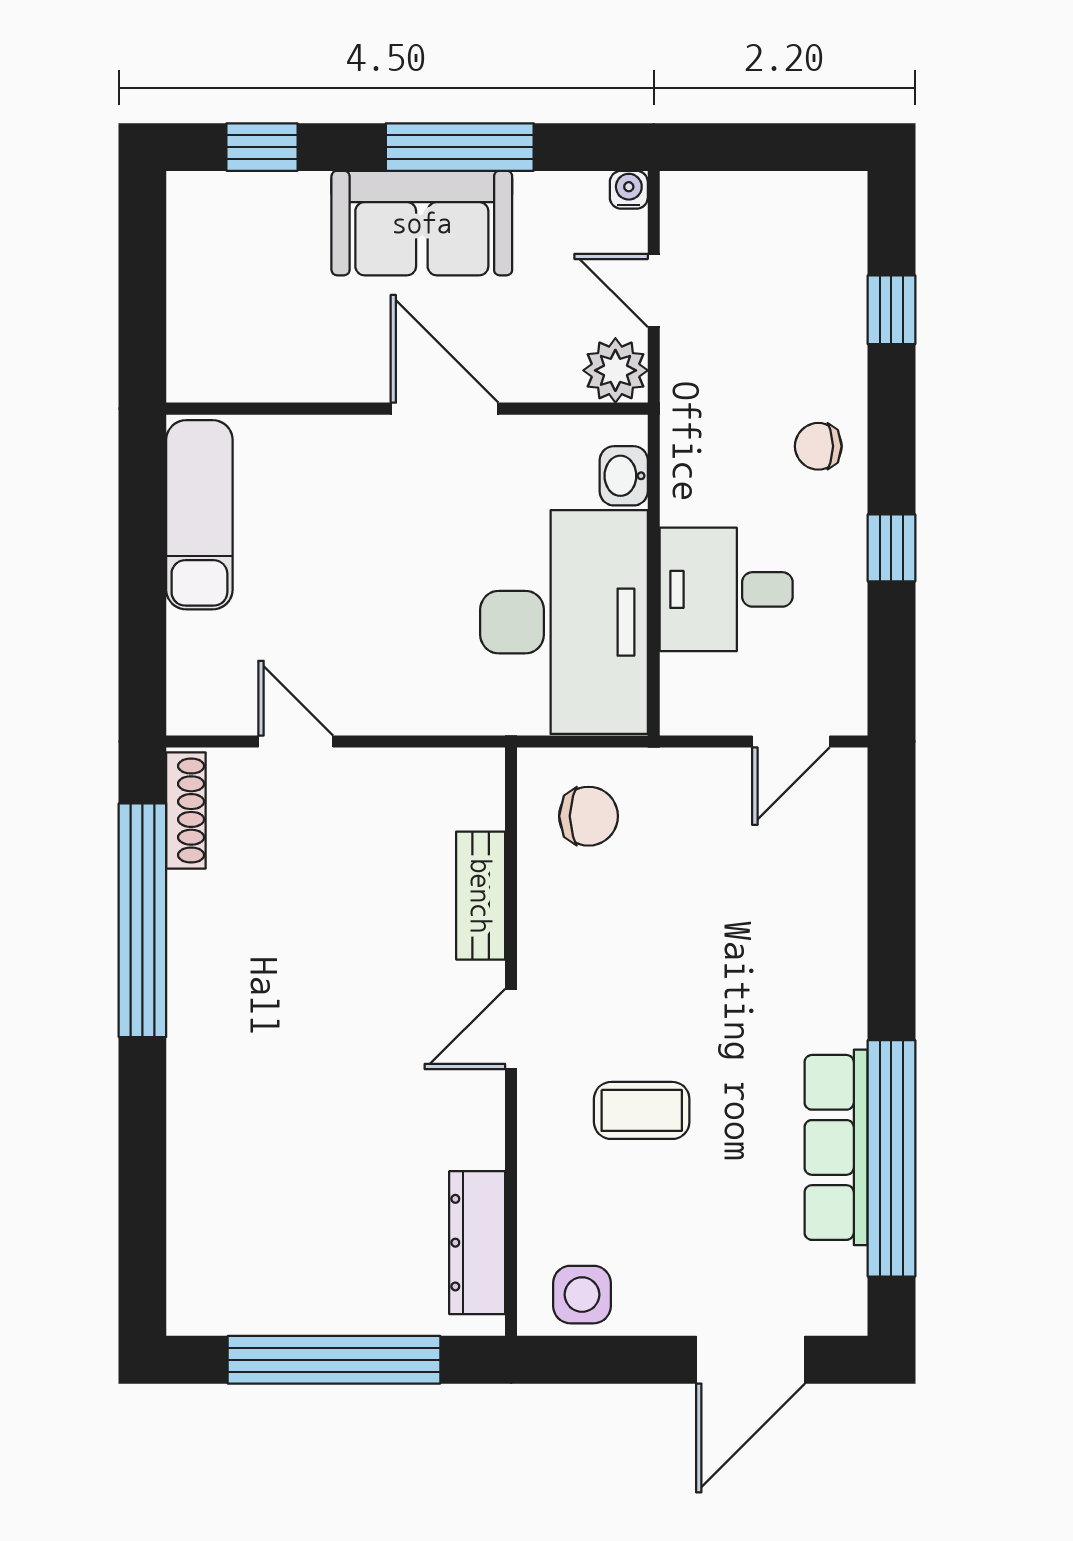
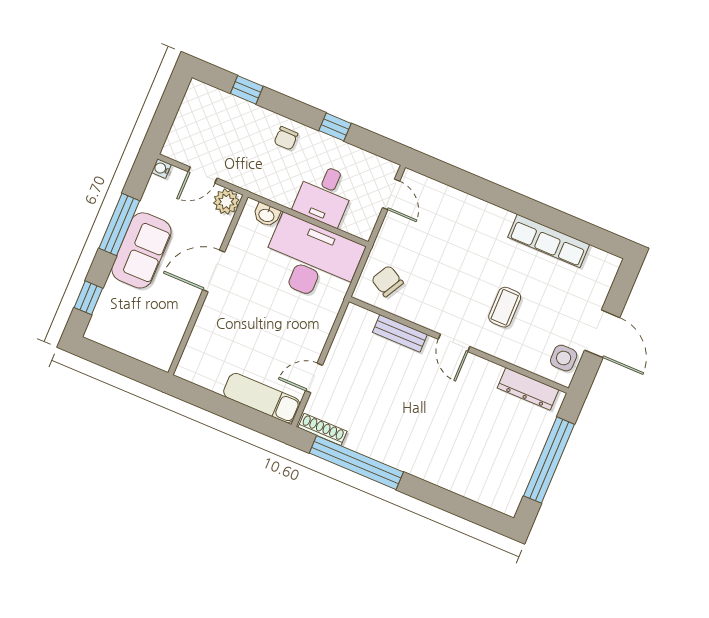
exam couch: (199, 515) -> (262, 398), moved
chair: (588, 816) -> (387, 281), turned -61
window: (891, 1158) -> (561, 222), removed
door: (750, 1360) -> (602, 334), moved

